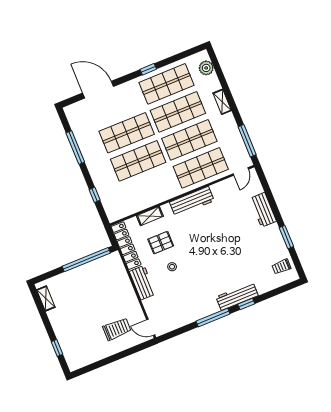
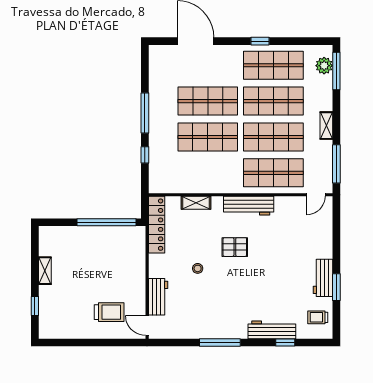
window: (217, 68) -> (336, 71), added
shelving: (222, 102) -> (326, 126), moved
window: (75, 147) -> (145, 113), moved
workbench: (263, 210) -> (323, 278), moved
pallet: (161, 243) -> (235, 247), moved
workbench: (143, 283) -> (158, 297), moved
workbench: (237, 296) -> (272, 330), moved
shelving: (46, 298) -> (45, 271), moved
window: (246, 304) -> (285, 343), moved

